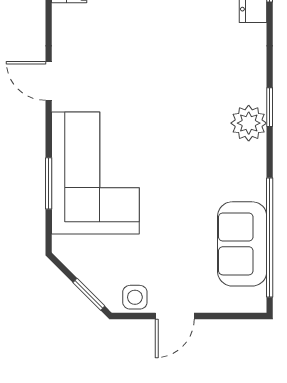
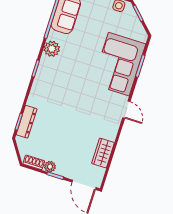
plant: (249, 123) -> (52, 49), moved

